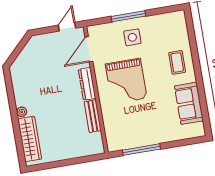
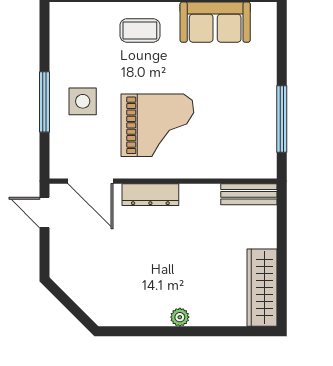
bench: (93, 116) -> (249, 194), moved
wardrobe: (30, 139) -> (262, 288), moved, turned -90

